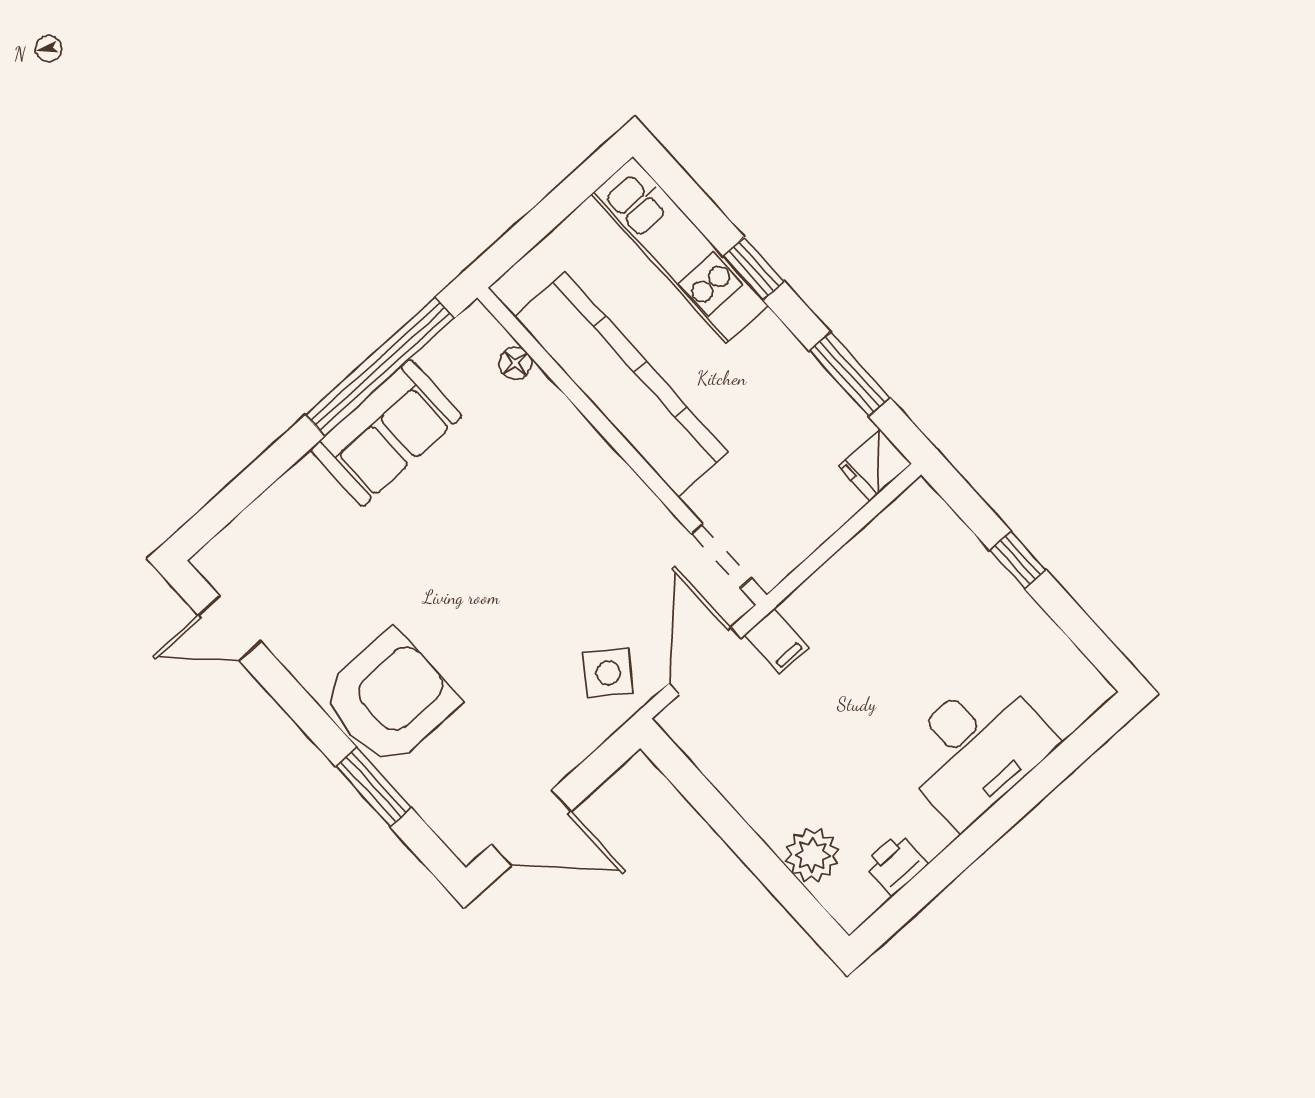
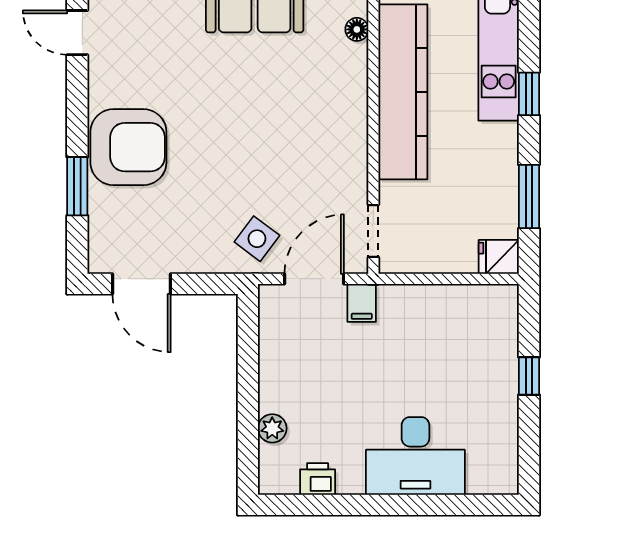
plant: (812, 855) -> (272, 428), width x0.73, depth x0.73

